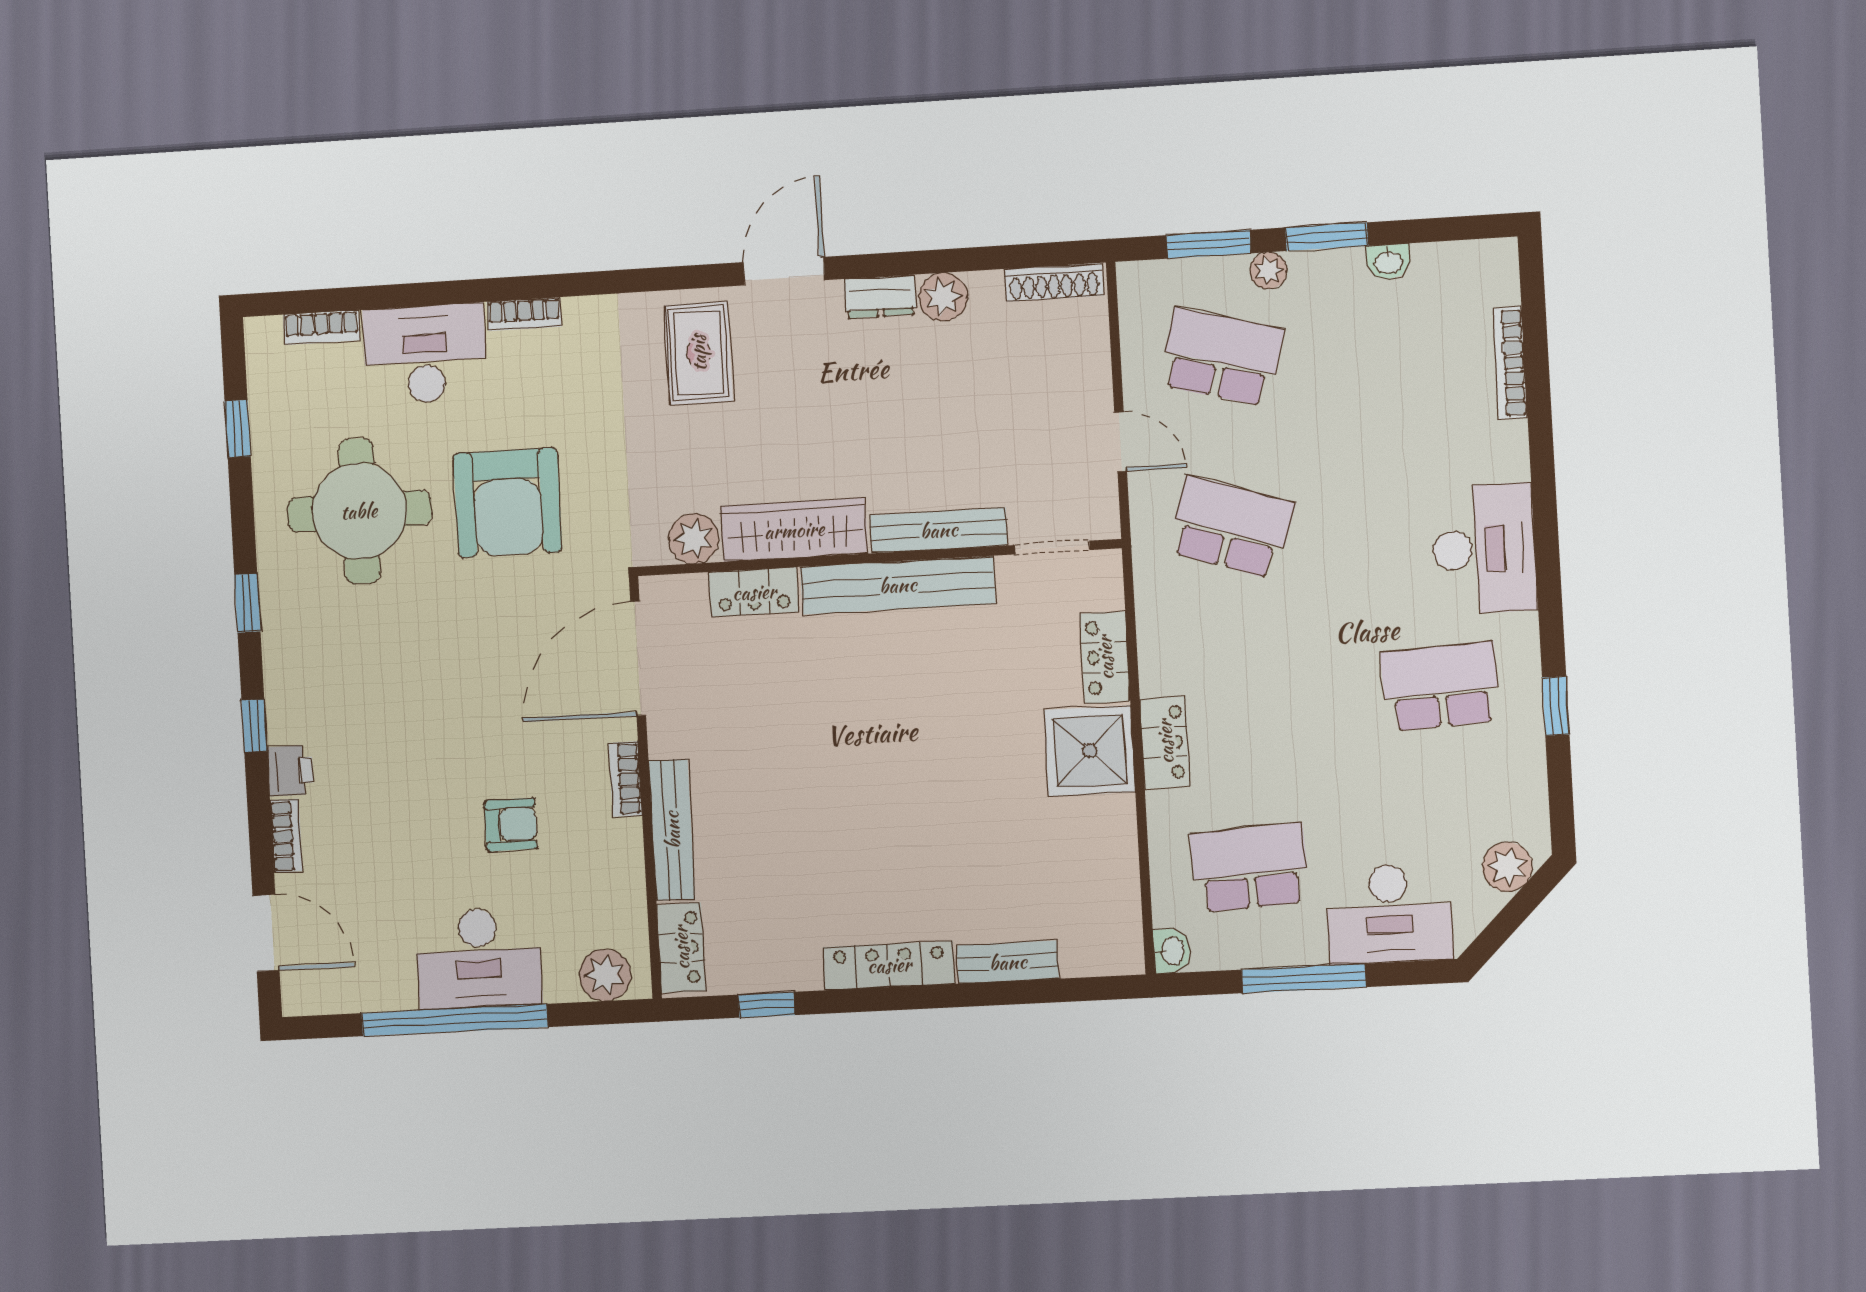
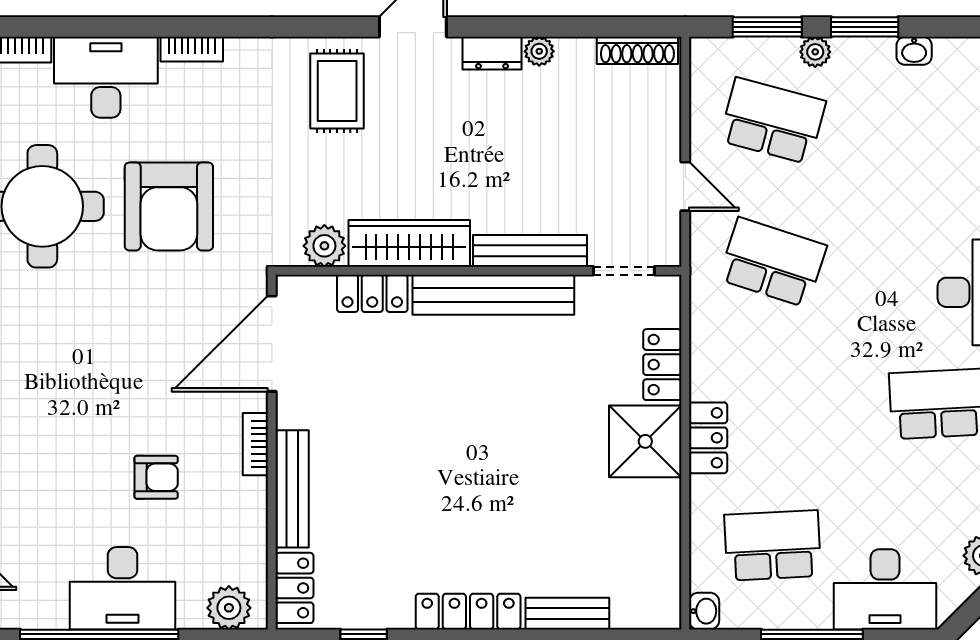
plant: (943, 297) -> (539, 51), width x0.73, depth x0.73

